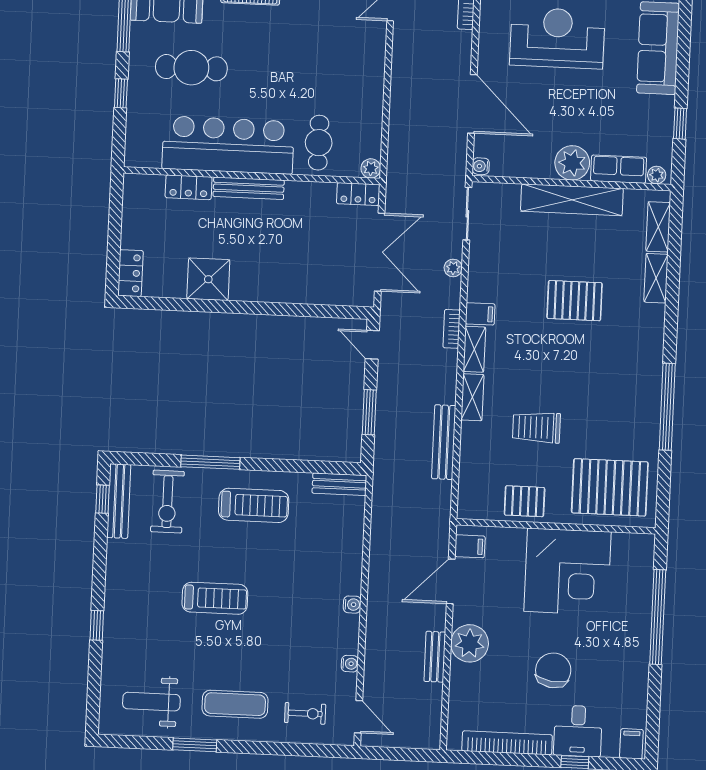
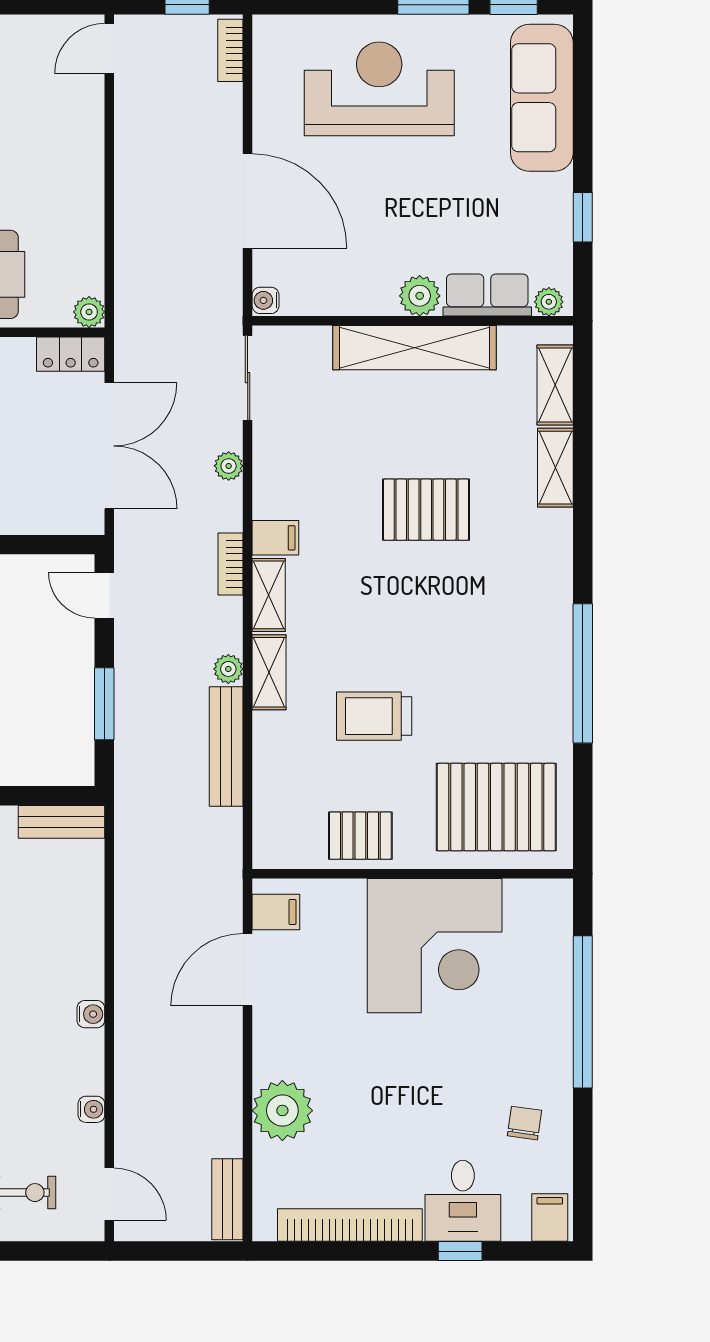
plant: (572, 163) -> (420, 296), width x0.73, depth x0.73
plant: (447, 394) -> (228, 669), added
plant: (470, 643) -> (282, 1111), moved
bench: (435, 657) -> (227, 1199), moved
chair: (553, 670) -> (524, 1123), moved, width x0.54, depth x0.54

